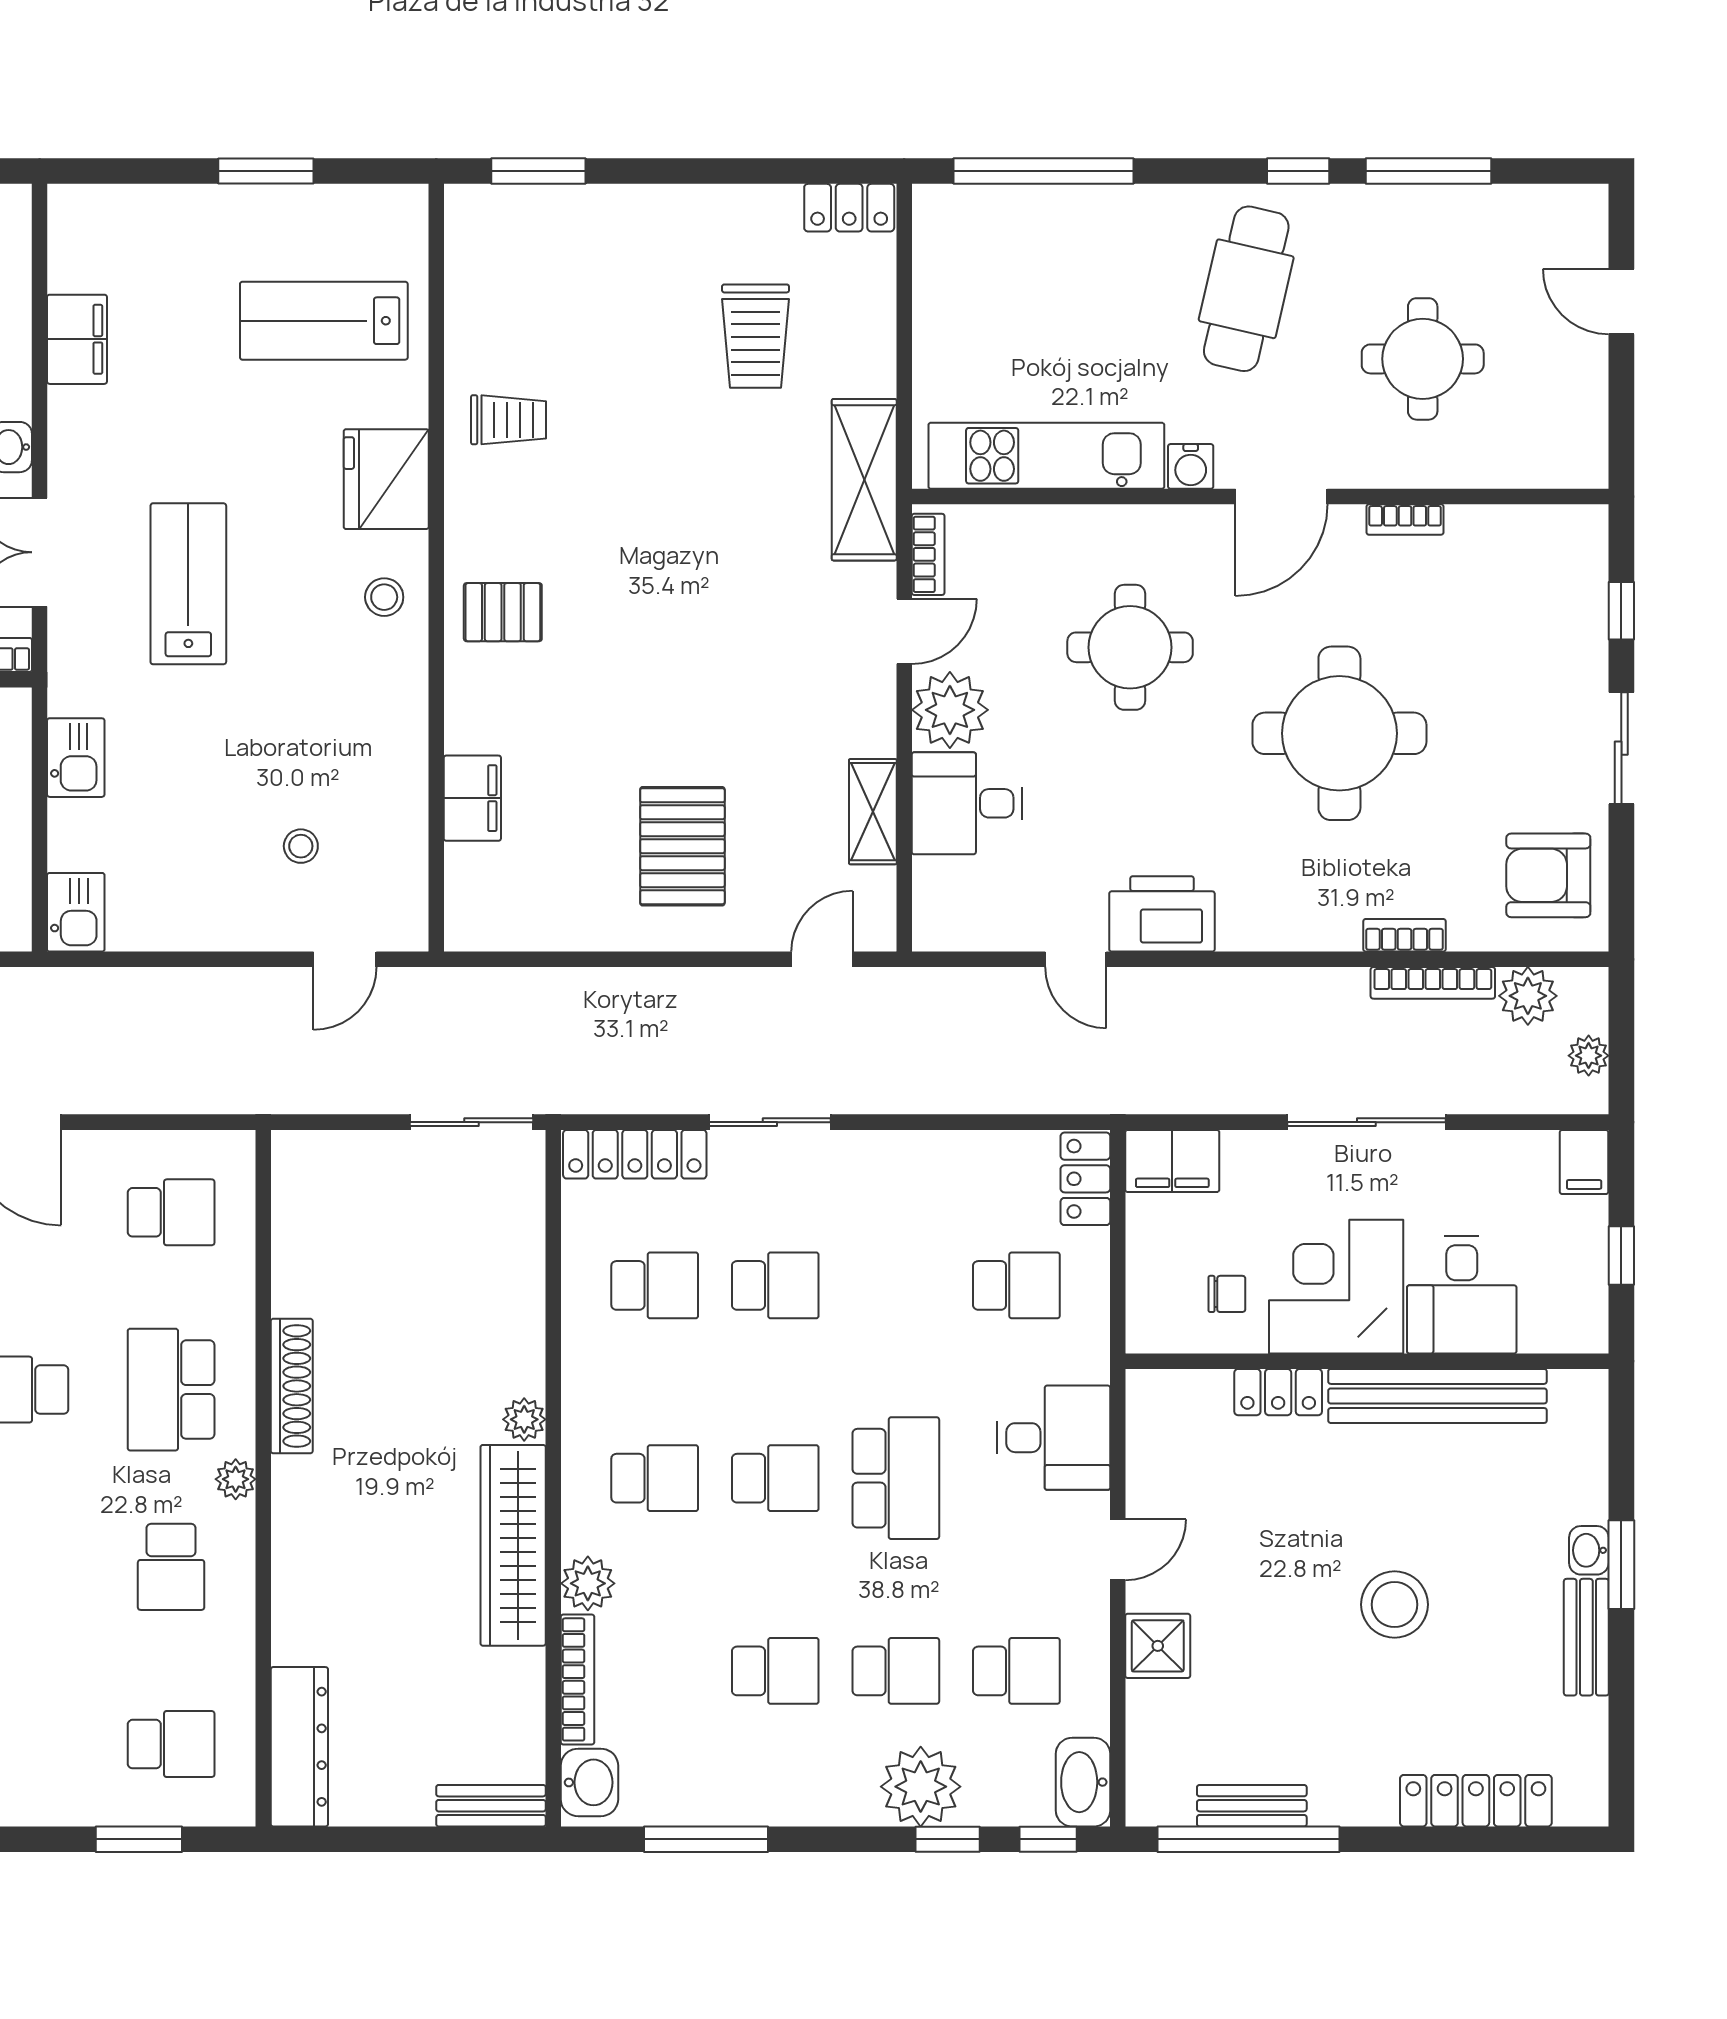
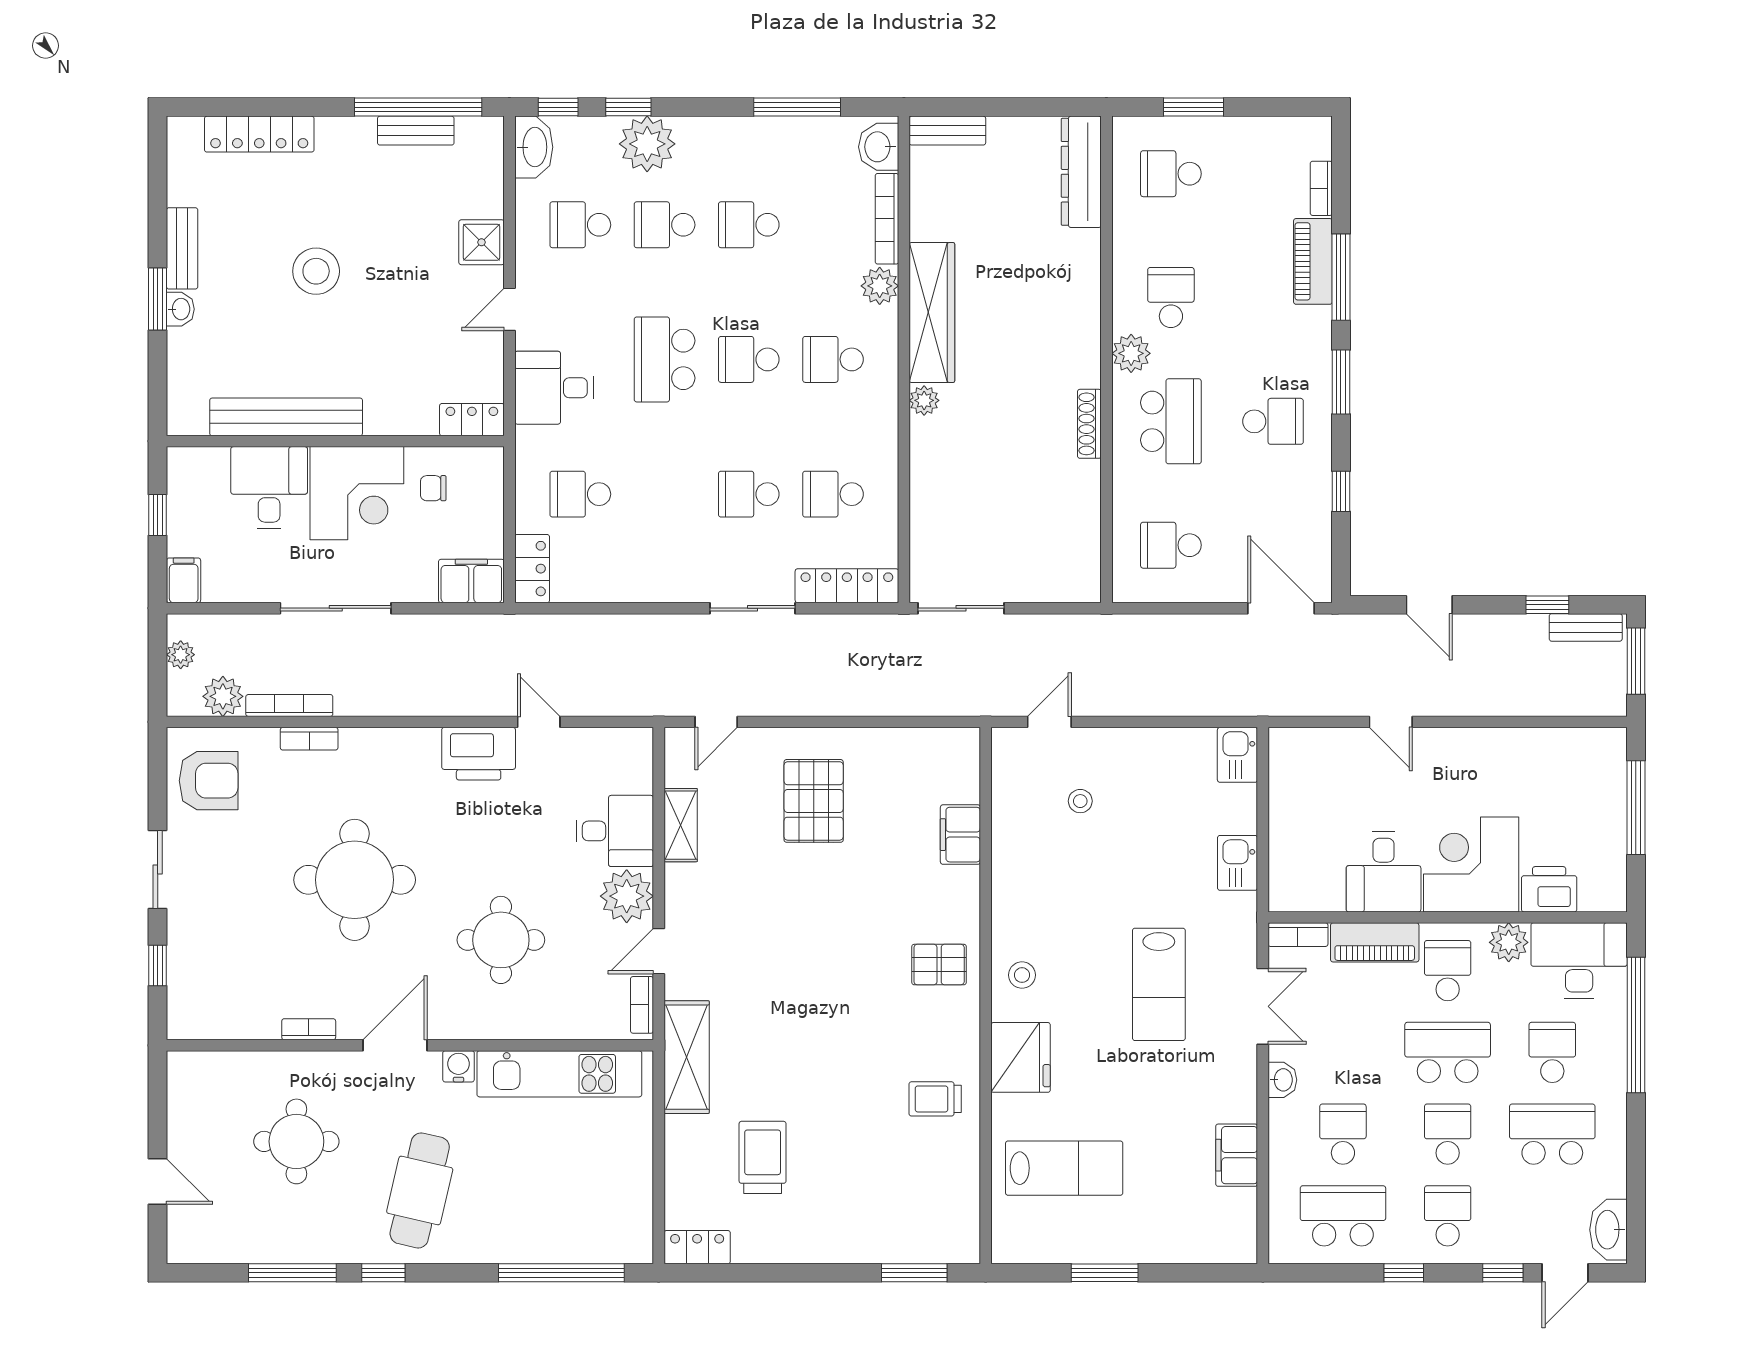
shoe rack: (292, 1386) -> (1089, 424), width x0.74, depth x0.81
locker: (1278, 1392) -> (472, 420), moved
plant: (236, 1479) -> (1131, 353), width x1.38, depth x1.38

